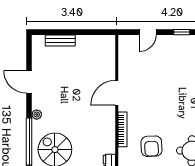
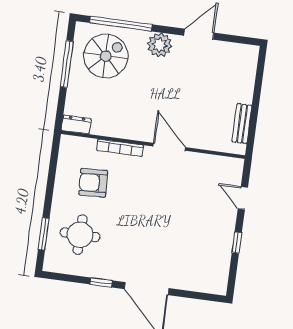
bench: (60, 40) -> (242, 124), moved
plant: (37, 115) -> (160, 45), width x1.87, depth x1.87

